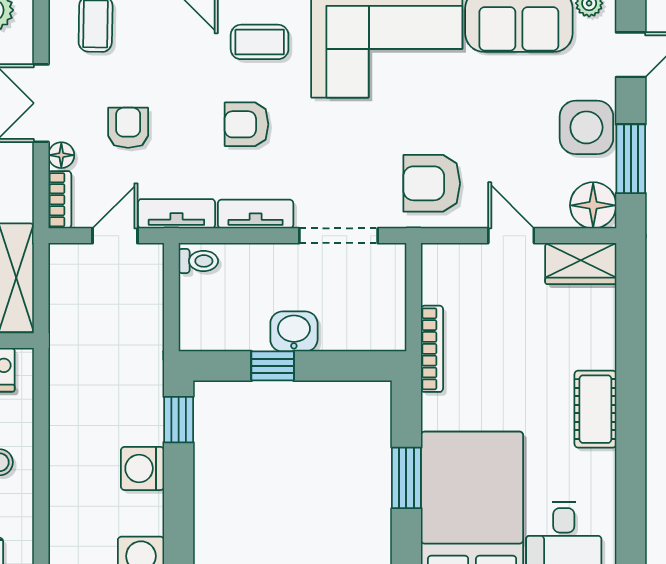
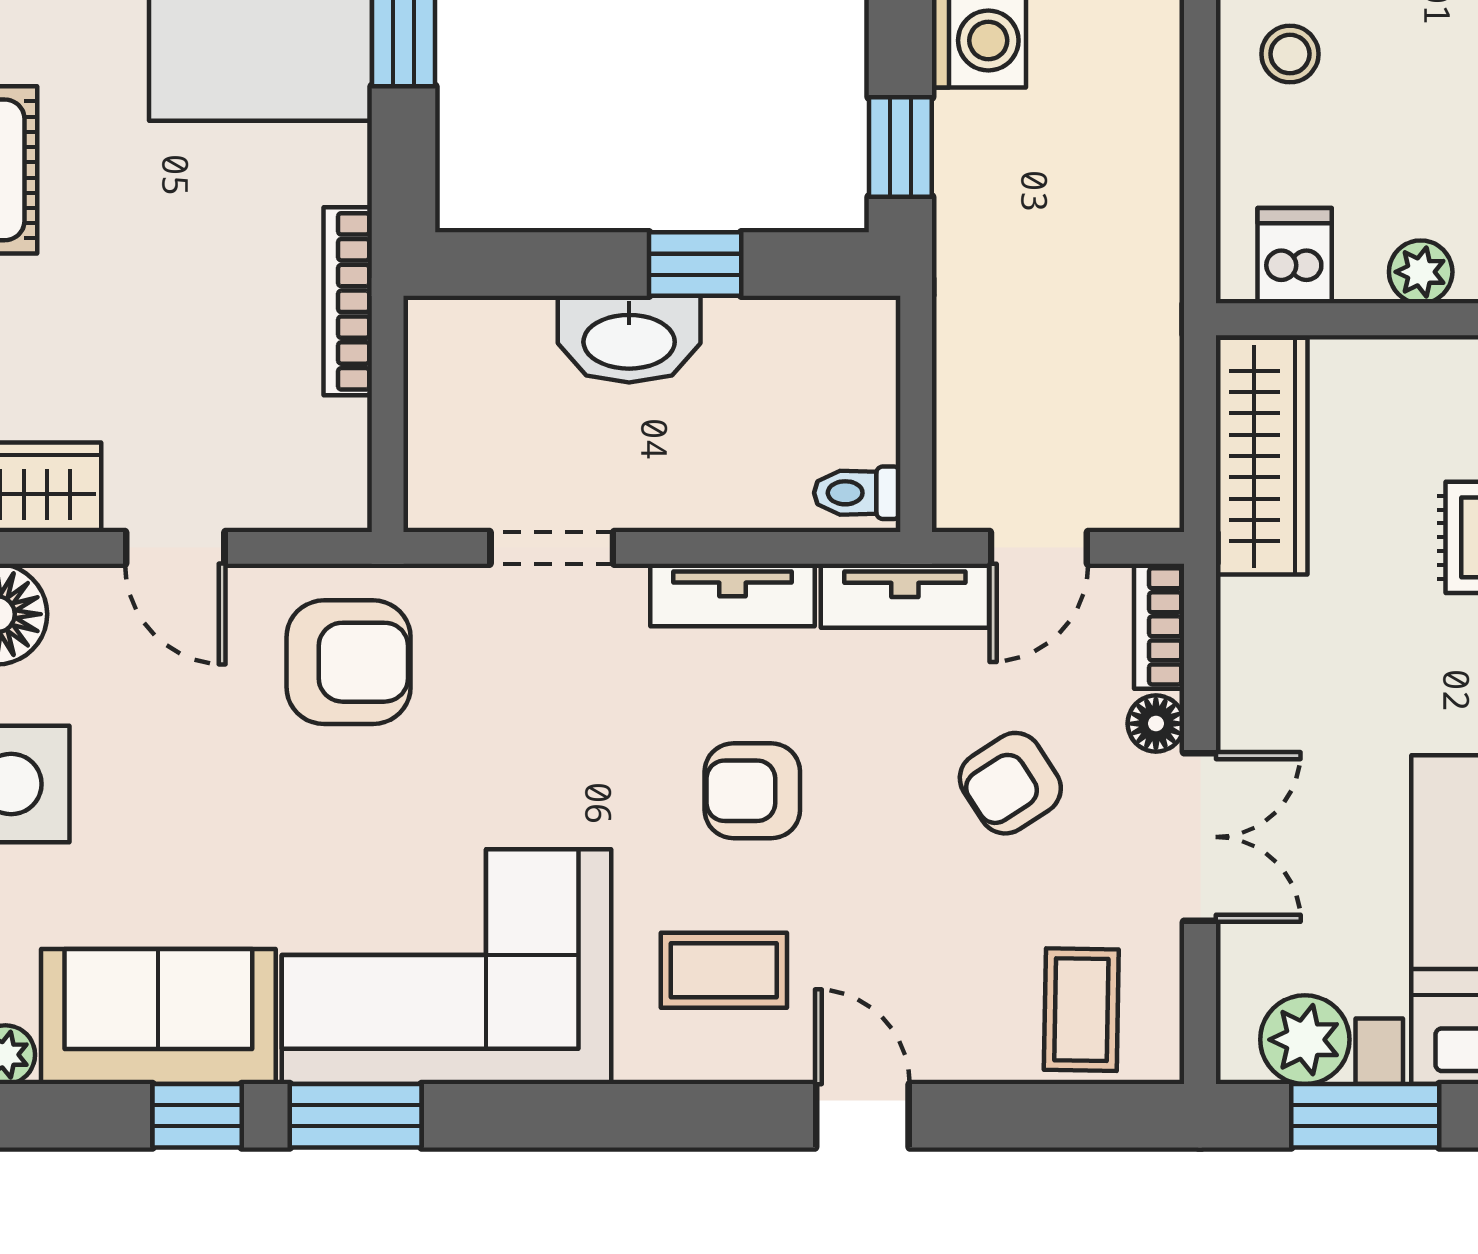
armchair: (246, 124) -> (752, 791), turned 180
armchair: (128, 128) -> (1010, 783), turned 57
doorway: (338, 236) -> (552, 548), width x0.73
washbasin: (294, 331) -> (629, 339), width x1.38

